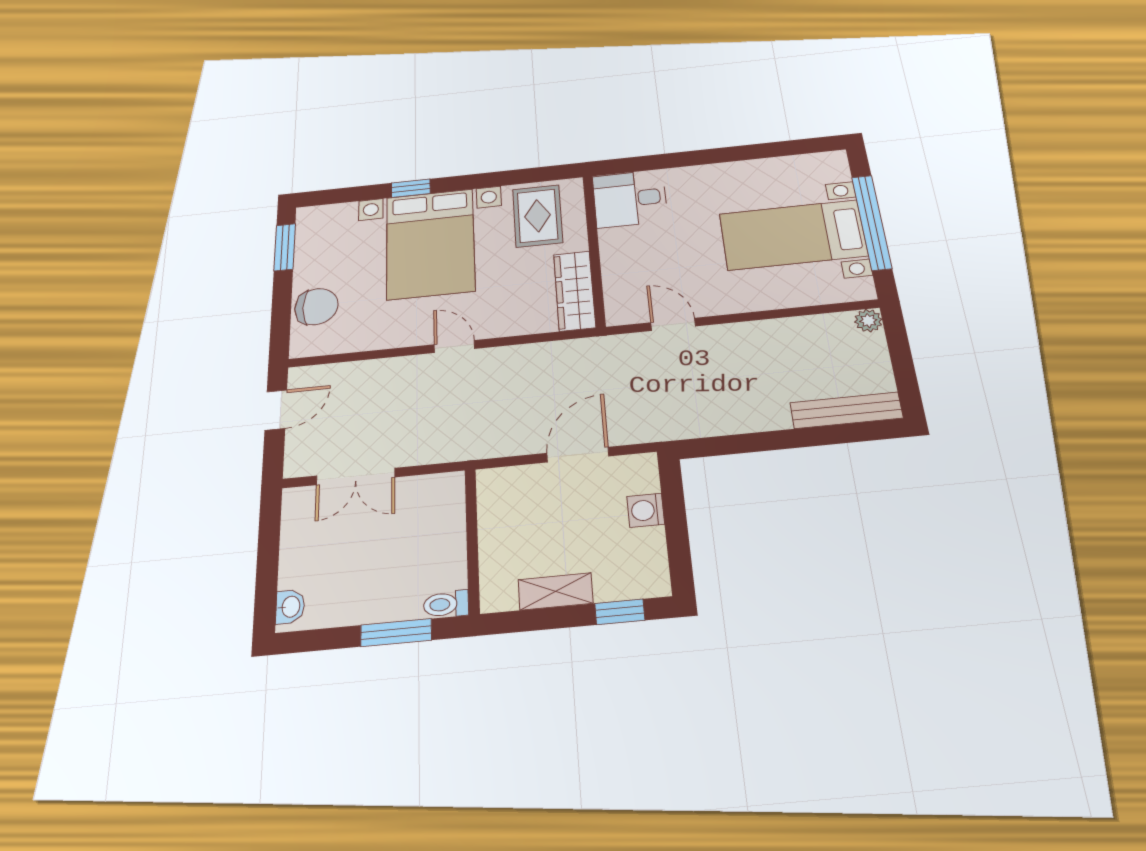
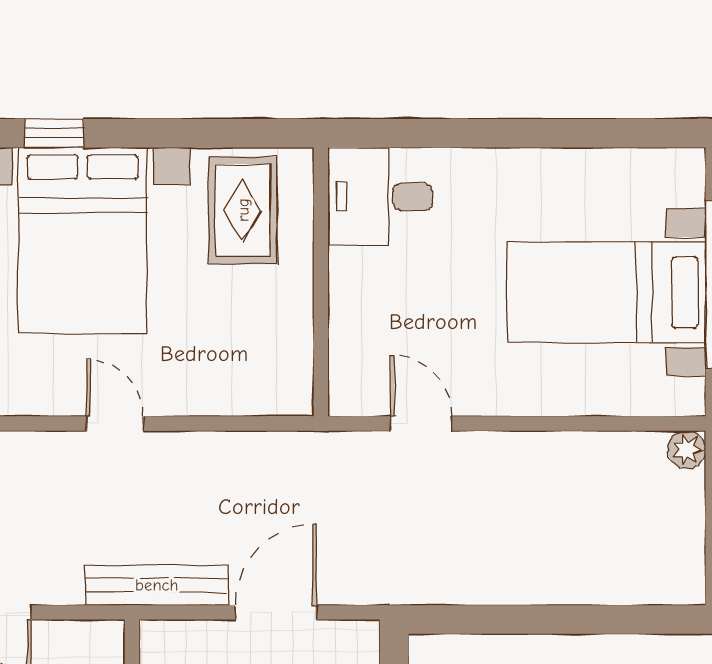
wardrobe: (574, 291) -> (288, 350), removed
bench: (846, 410) -> (157, 585), moved

